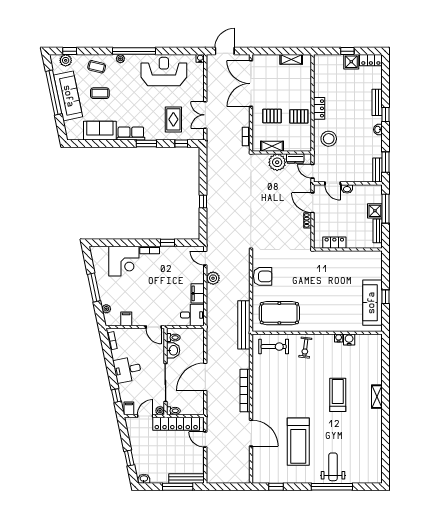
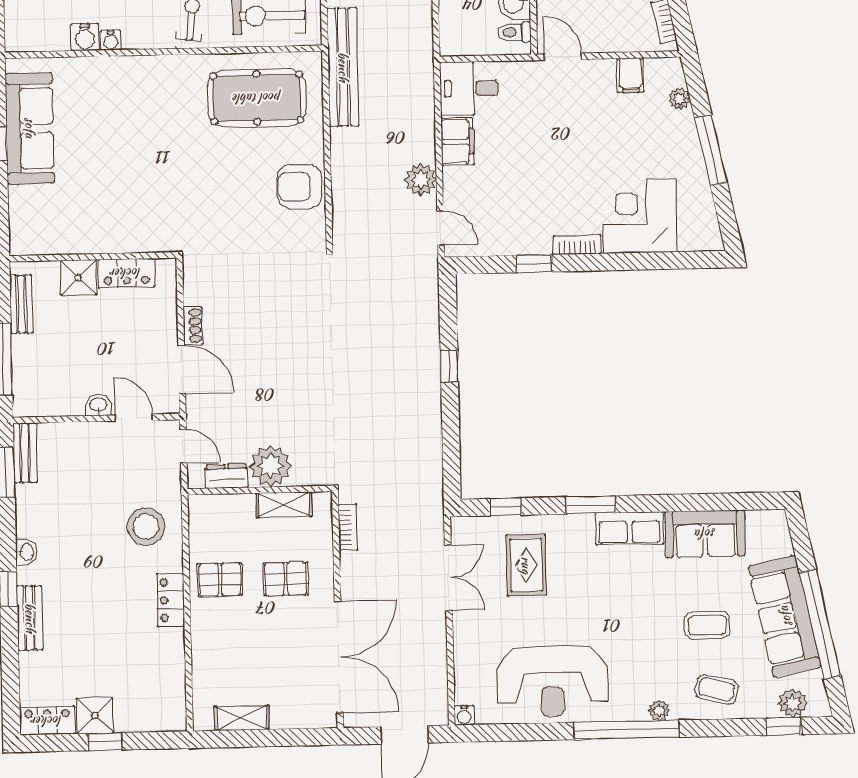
shower: (375, 211) -> (78, 278), moved

